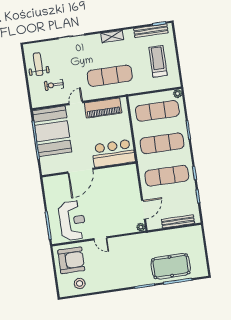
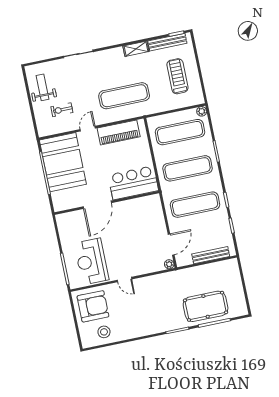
shelving: (112, 36) -> (136, 49), moved
reception desk: (72, 221) -> (92, 261), turned 180

